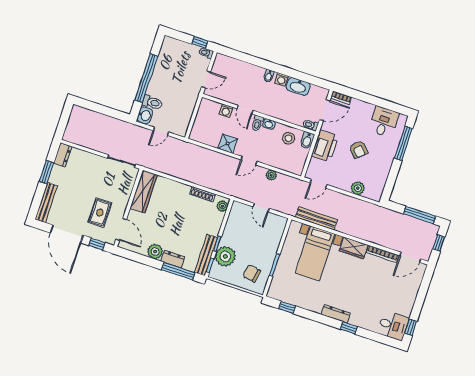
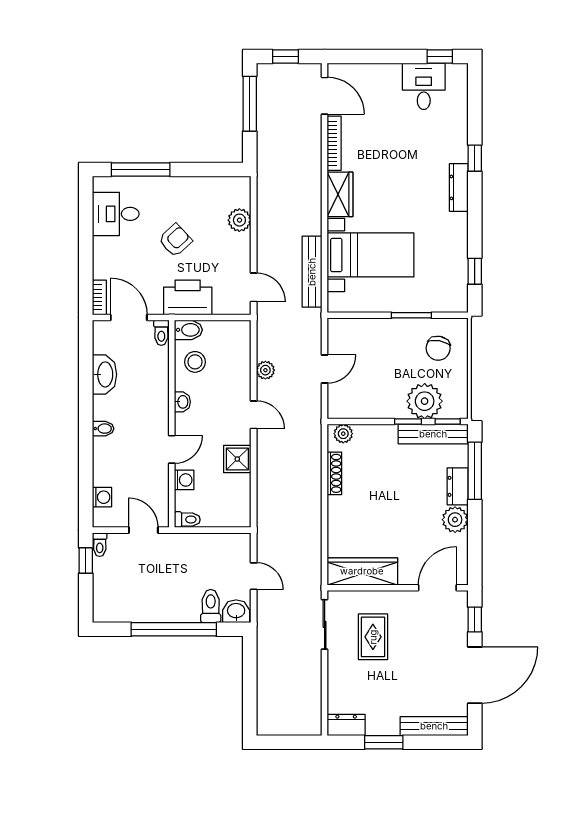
washing machine: (281, 80) -> (102, 497), moved
toilet: (257, 123) -> (187, 520), moved
rug: (100, 213) -> (373, 637), moved, turned 90
desk: (393, 326) -> (424, 86), moved

